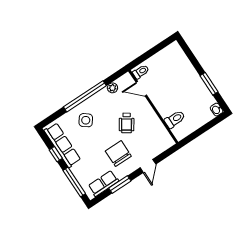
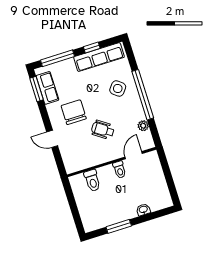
toilet: (141, 72) -> (119, 170), moved
washbasin: (217, 110) -> (143, 210), moved
chair: (118, 154) -> (74, 112), turned -90
window: (120, 185) -> (36, 89), moved

